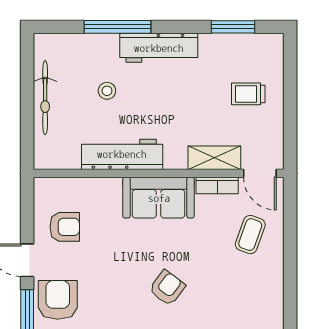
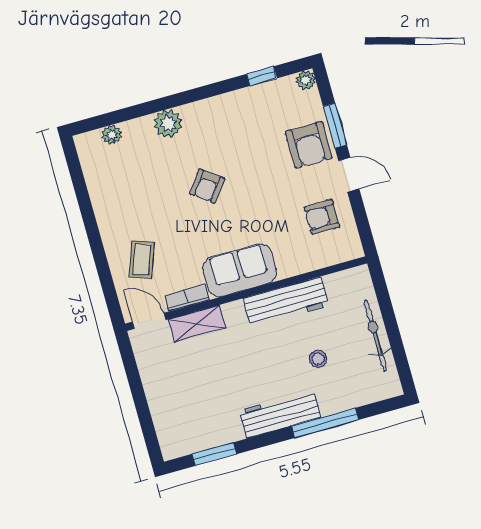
trolley: (248, 94) -> (182, 394), removed

